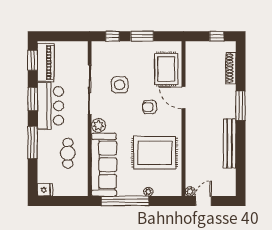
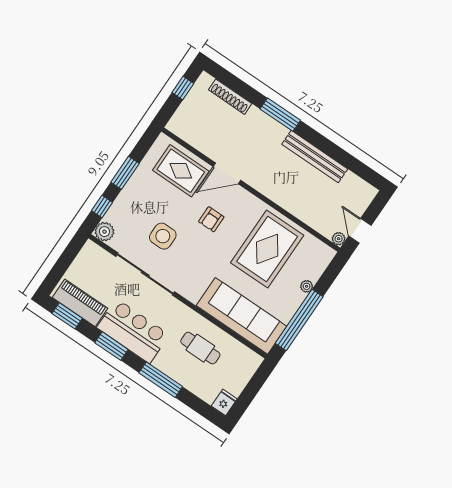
plant: (98, 125) -> (104, 232), moved

